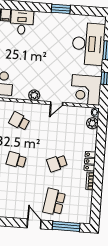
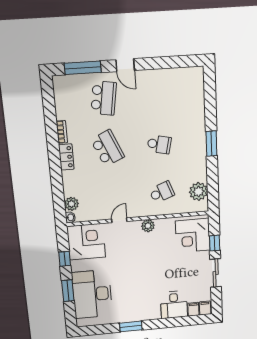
school desk: (19, 121) -> (162, 192), turned -45
school desk: (57, 163) -> (107, 148), width x1.85

